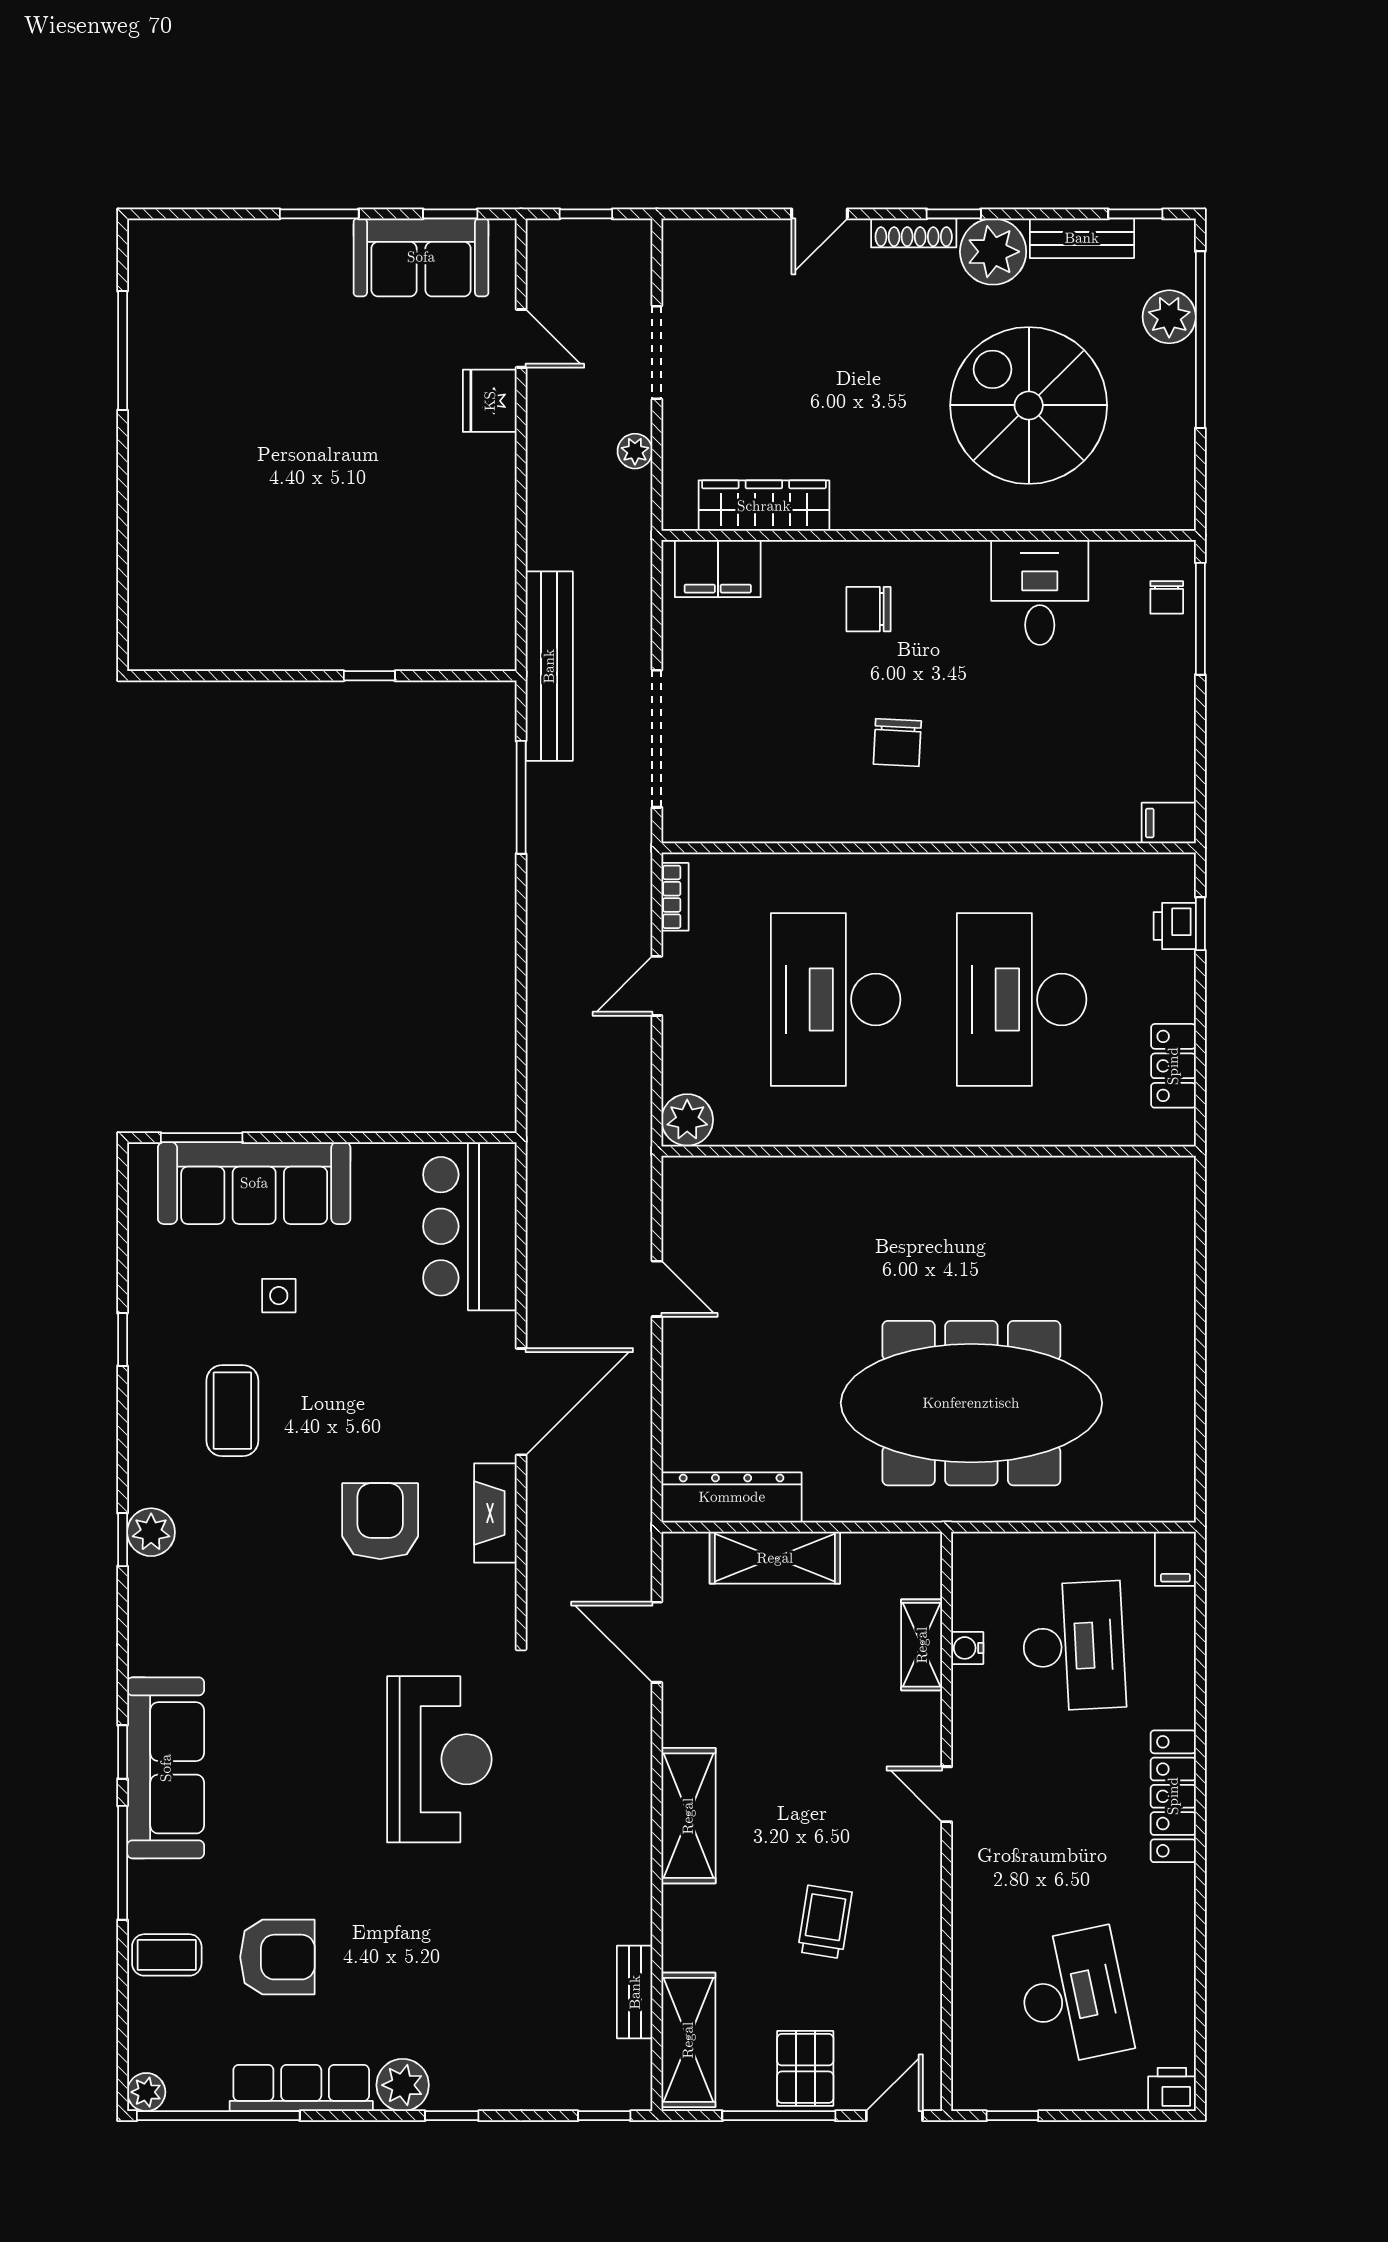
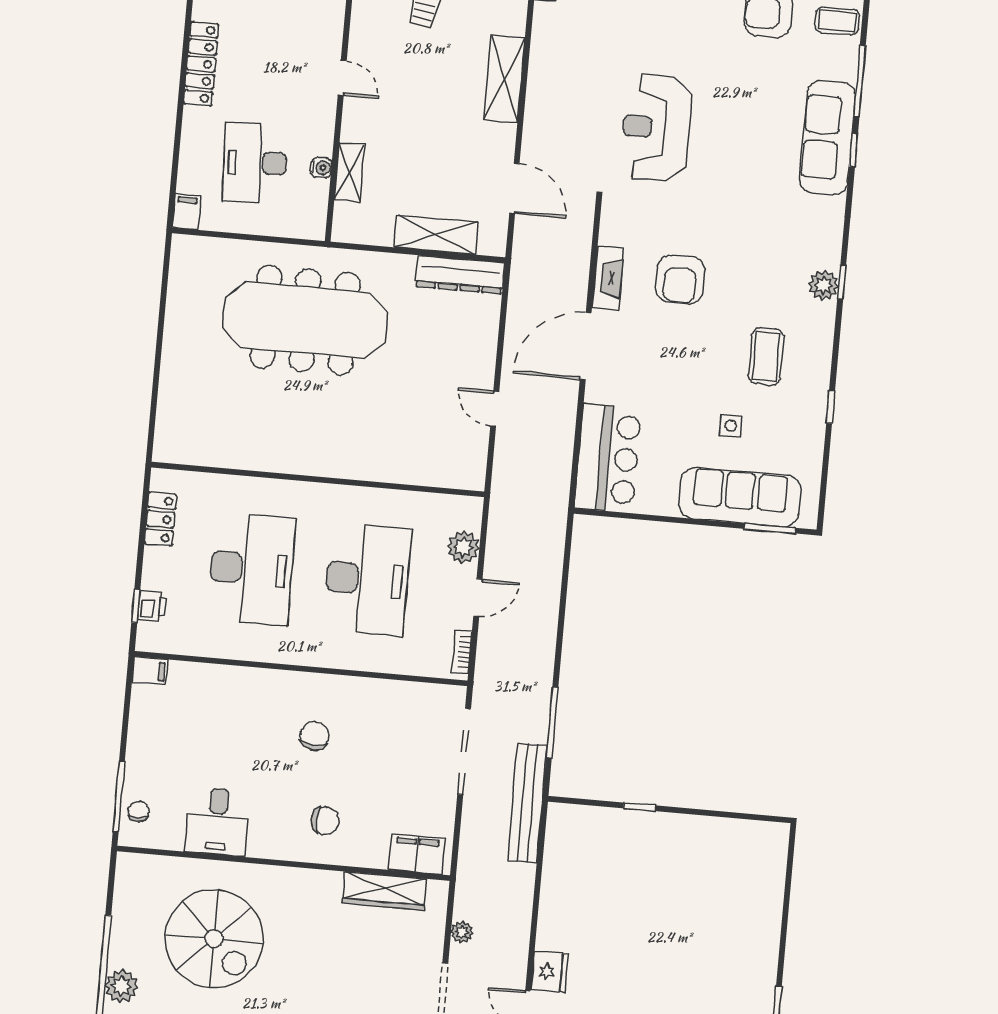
plant: (687, 1120) -> (463, 547), moved

